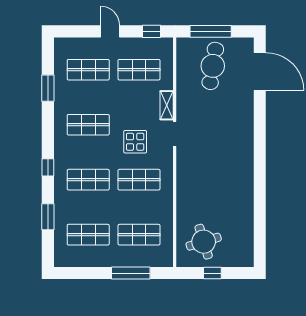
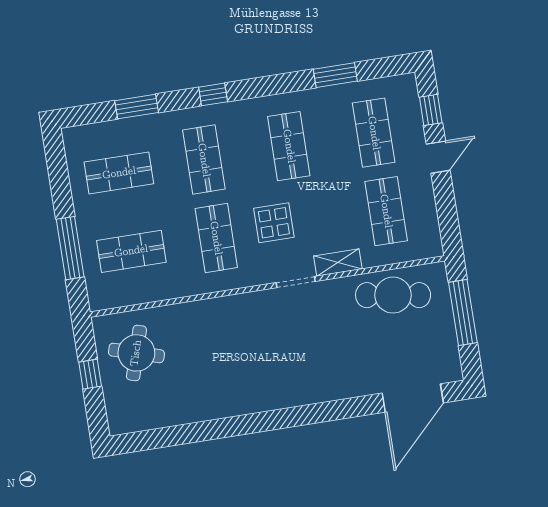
window: (151, 31) -> (431, 110), moved
cafe table: (213, 66) -> (393, 295), moved
shop shelf: (88, 235) -> (119, 173), turned 90
shop shelf: (139, 235) -> (131, 251), turned 90
round table: (204, 242) -> (136, 353), turned 34

